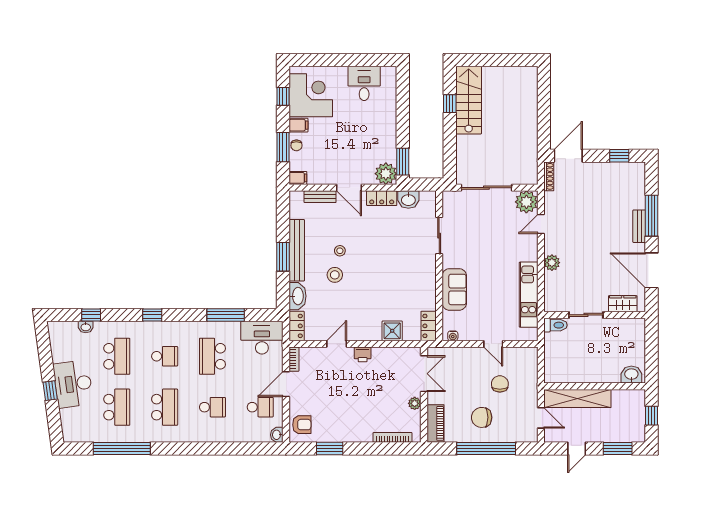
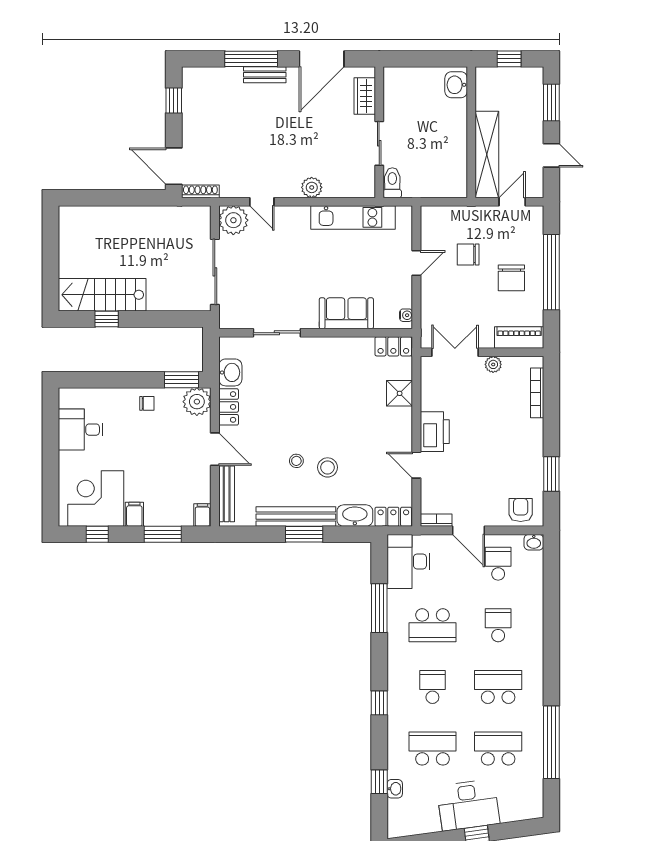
chair: (296, 145) -> (147, 403), moved
door: (349, 188) -> (215, 449), hinge flipped
bench: (320, 197) -> (227, 494), width x1.36
printer: (363, 354) -> (435, 432), width x1.87, depth x1.48

